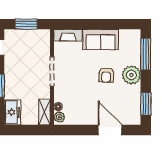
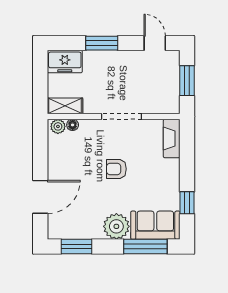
window: (114, 24) -> (187, 203), added
sofa: (101, 39) -> (155, 225), moved, turned 90
armchair: (106, 75) -> (116, 169), moved

